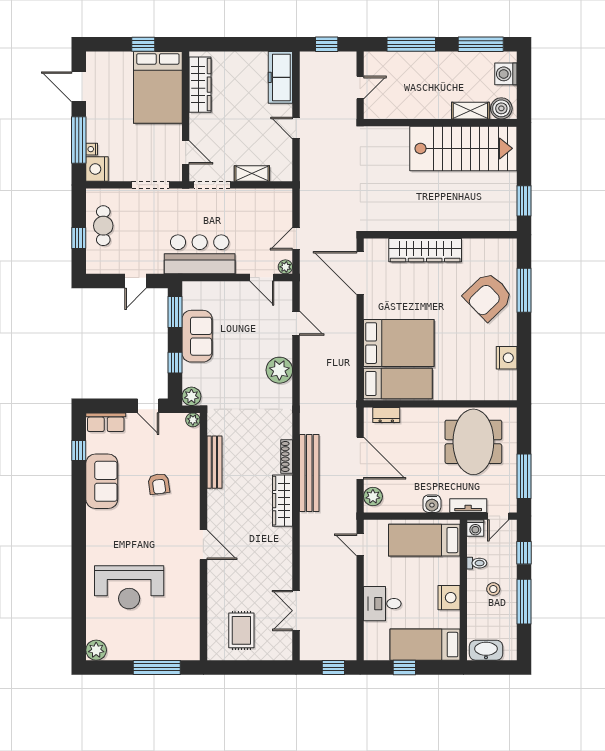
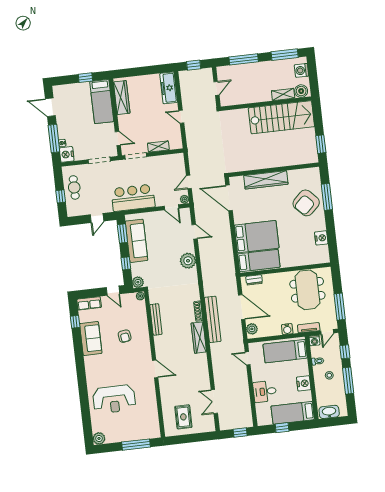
bed: (158, 87) -> (102, 102), width x0.67
sofa: (197, 336) -> (136, 241), width x1.36

